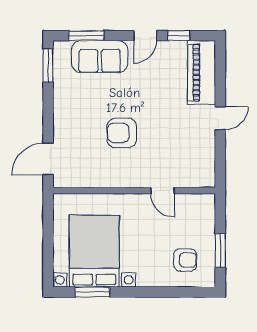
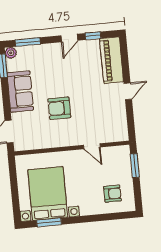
plant: (61, 49) -> (11, 53), added
sofa: (100, 57) -> (20, 91), moved, turned -90
window: (220, 251) -> (135, 166), moved

